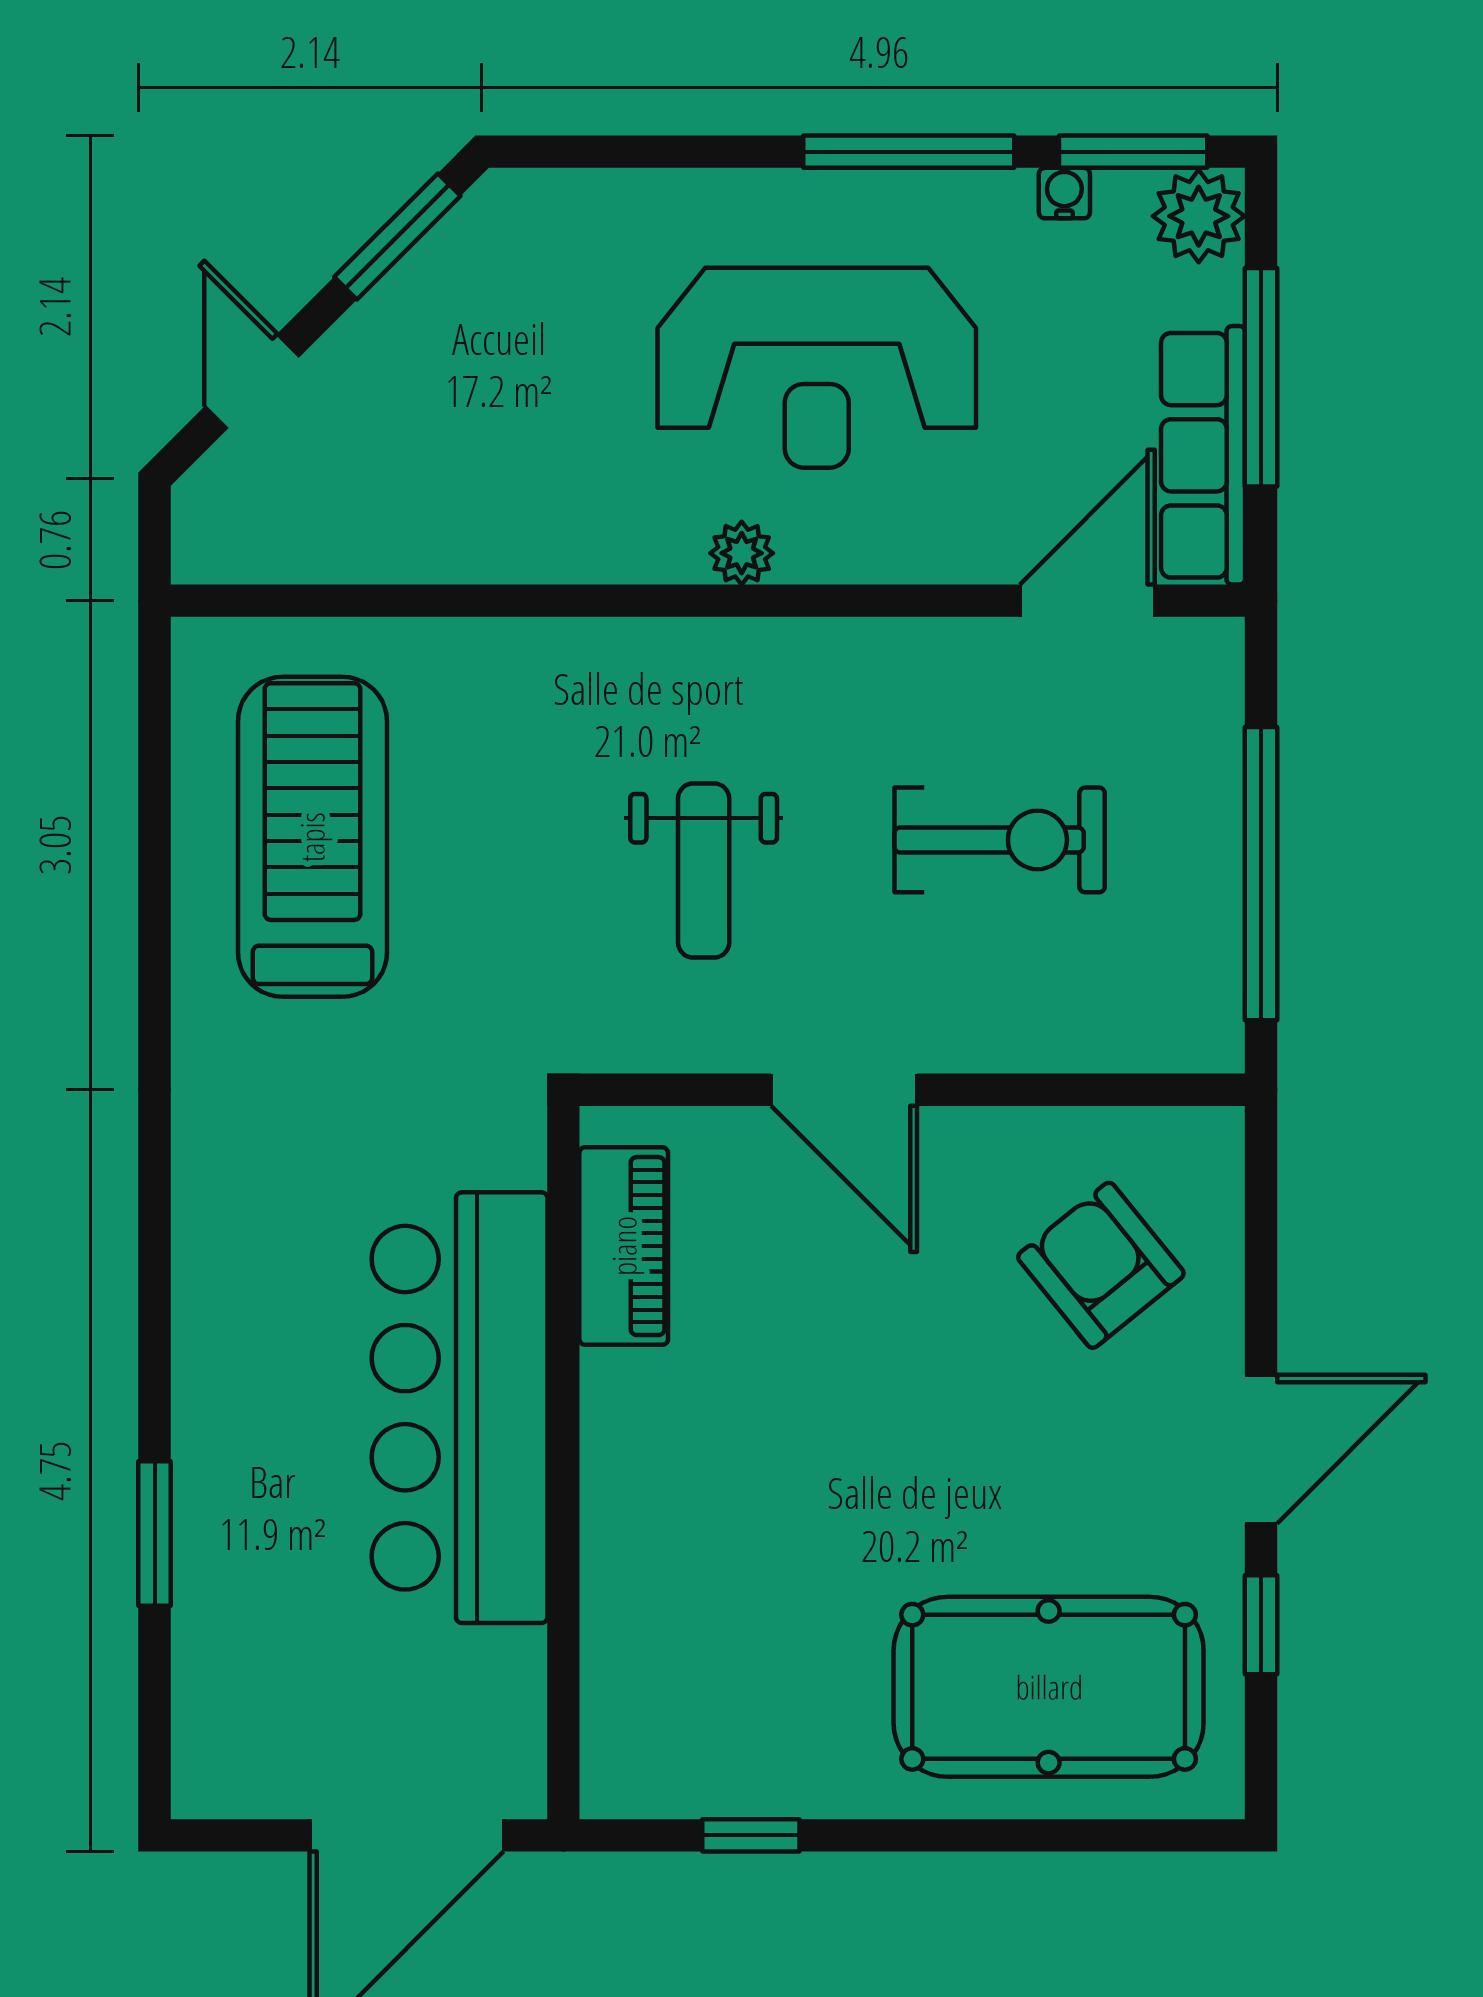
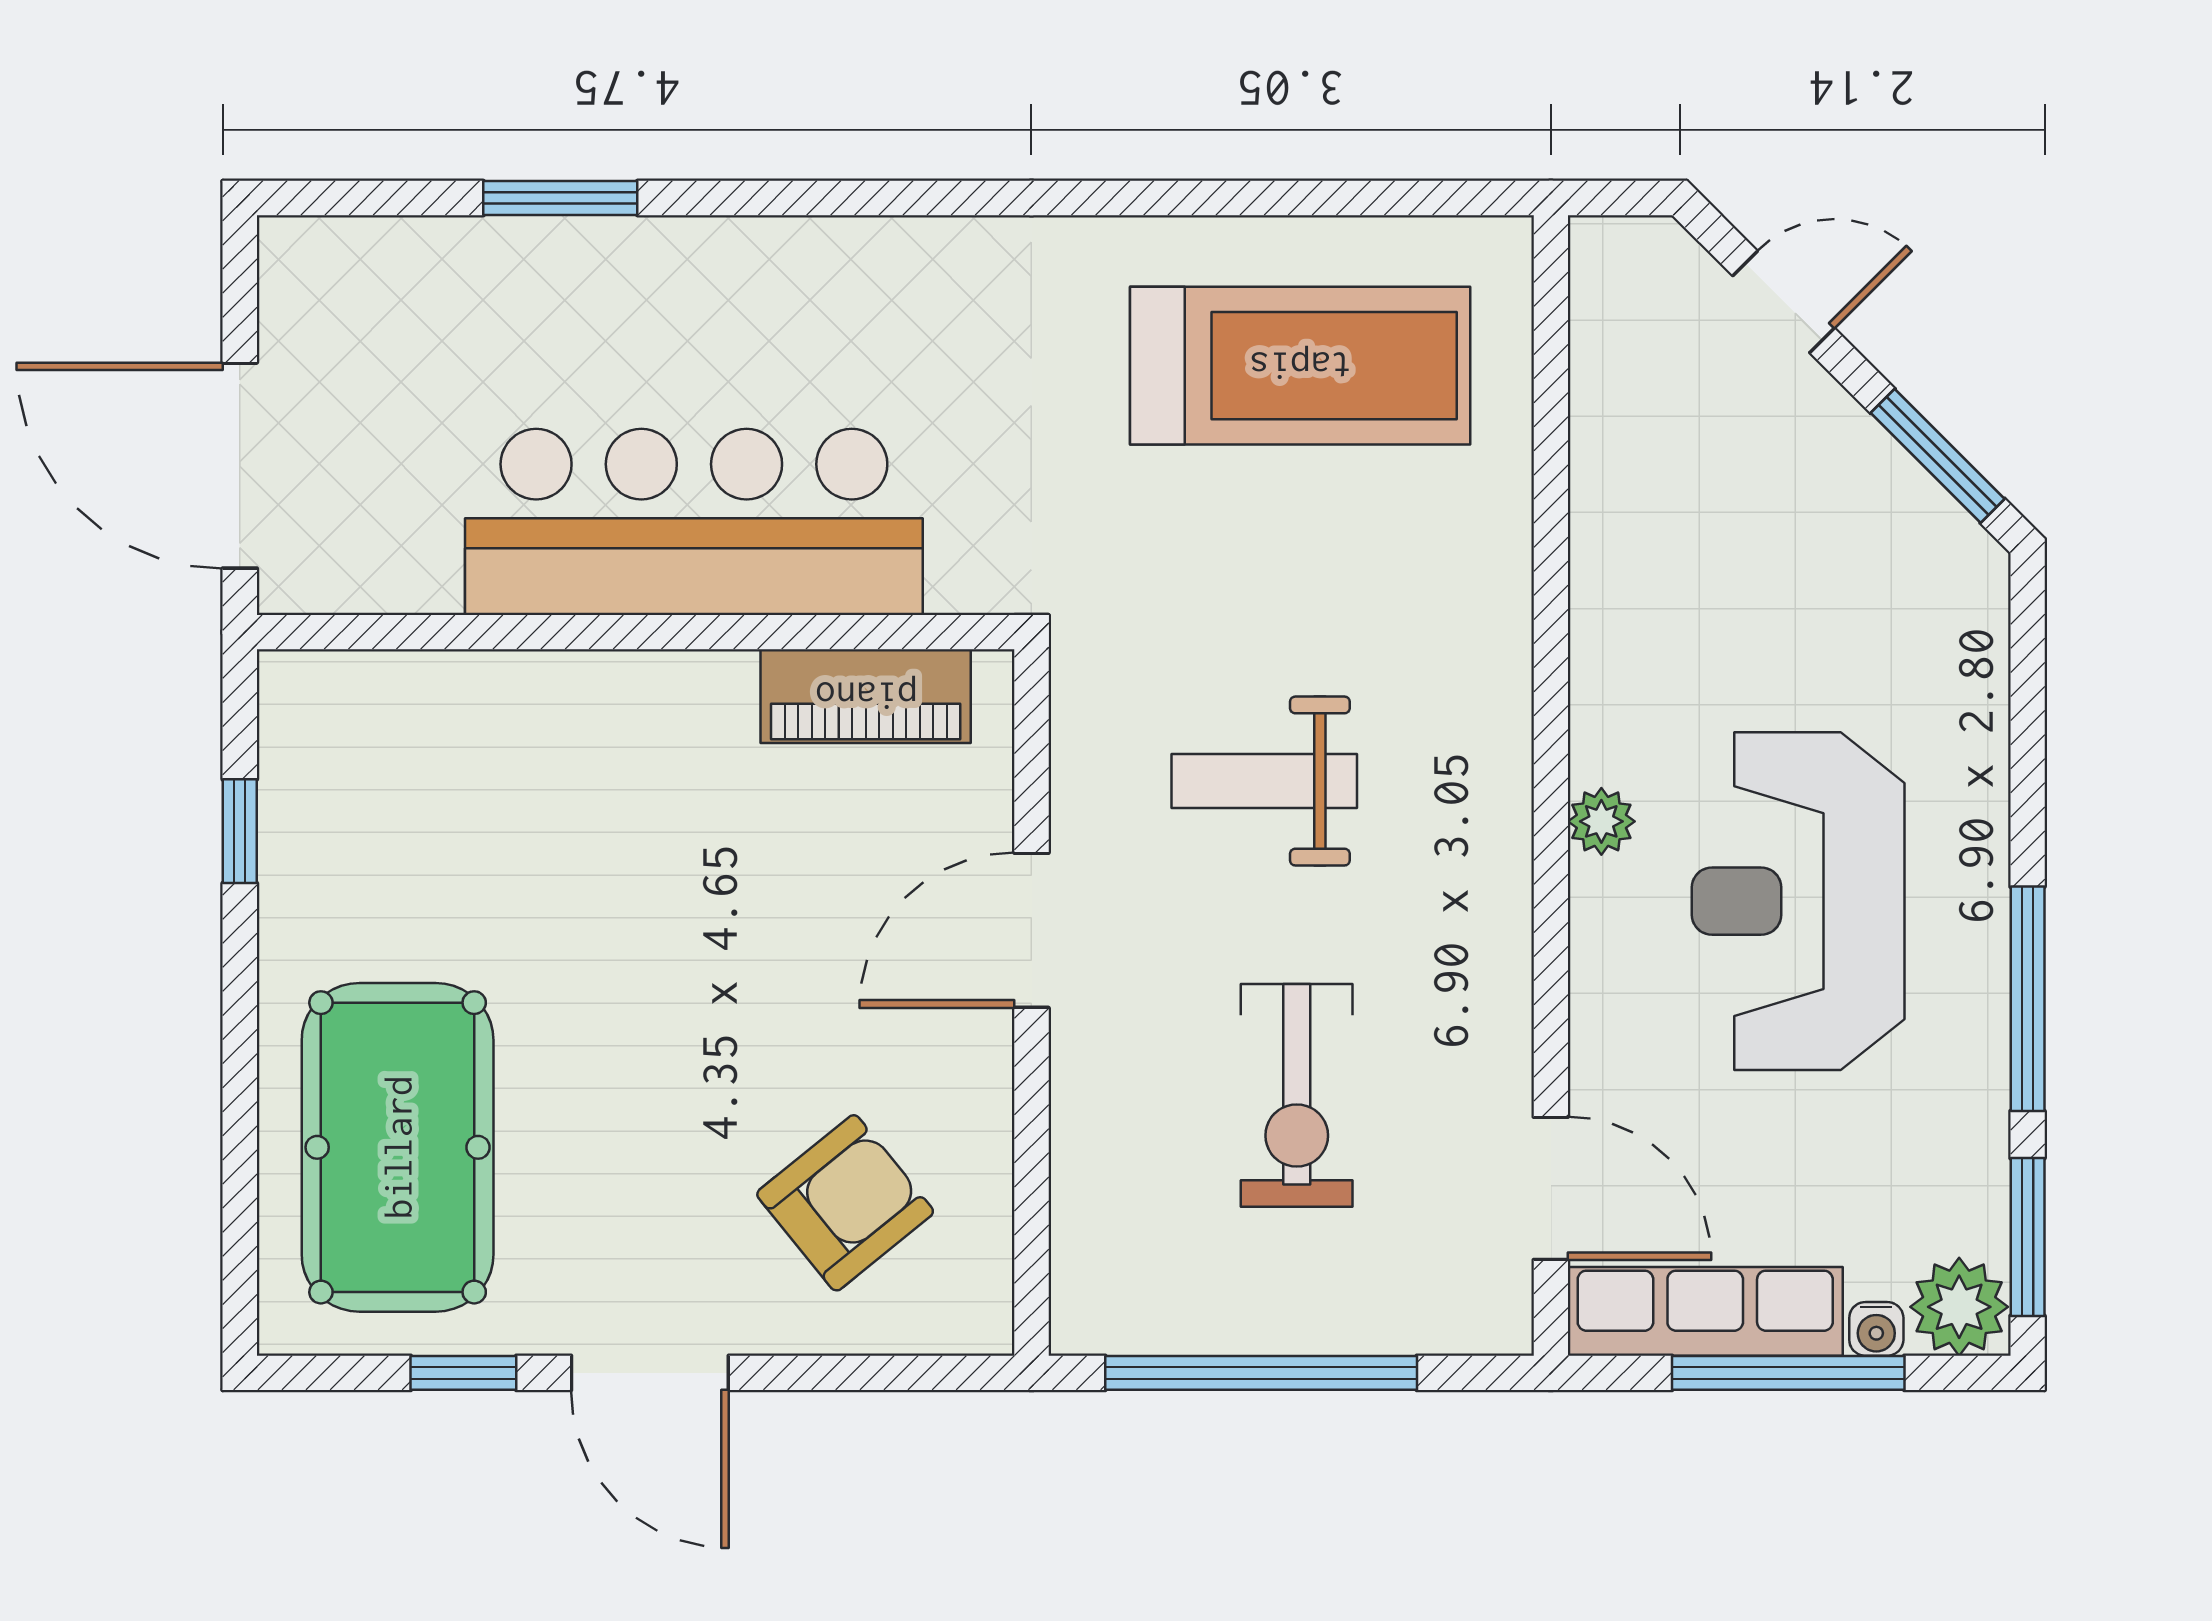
water cooler: (1064, 193) -> (1876, 1329), moved, turned 90

